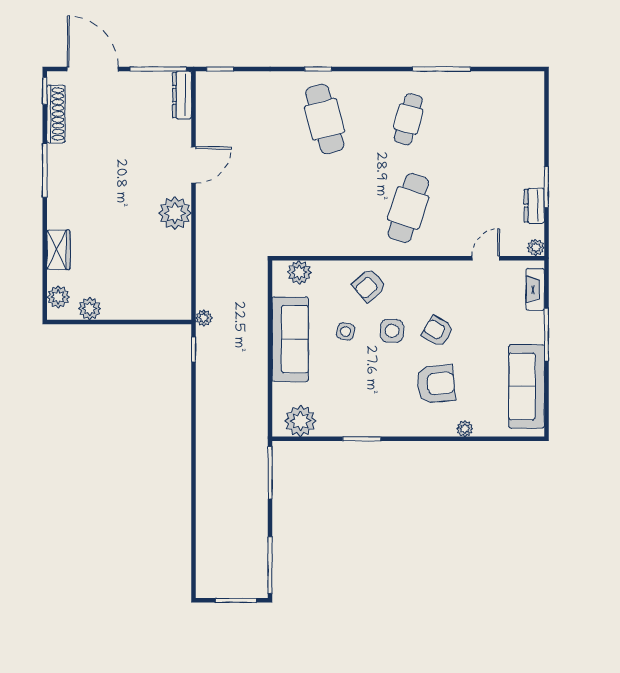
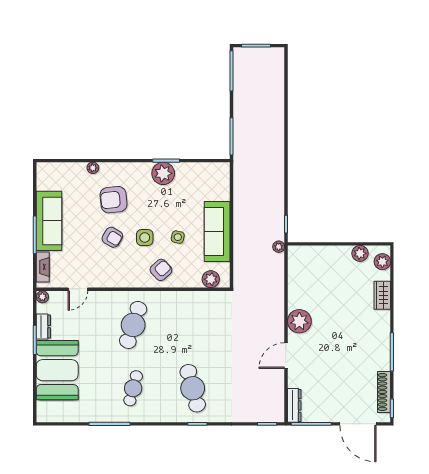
booth: (515, 144) -> (57, 370), added
sofa: (527, 386) -> (49, 221), moved
plant: (300, 421) -> (163, 173), moved

